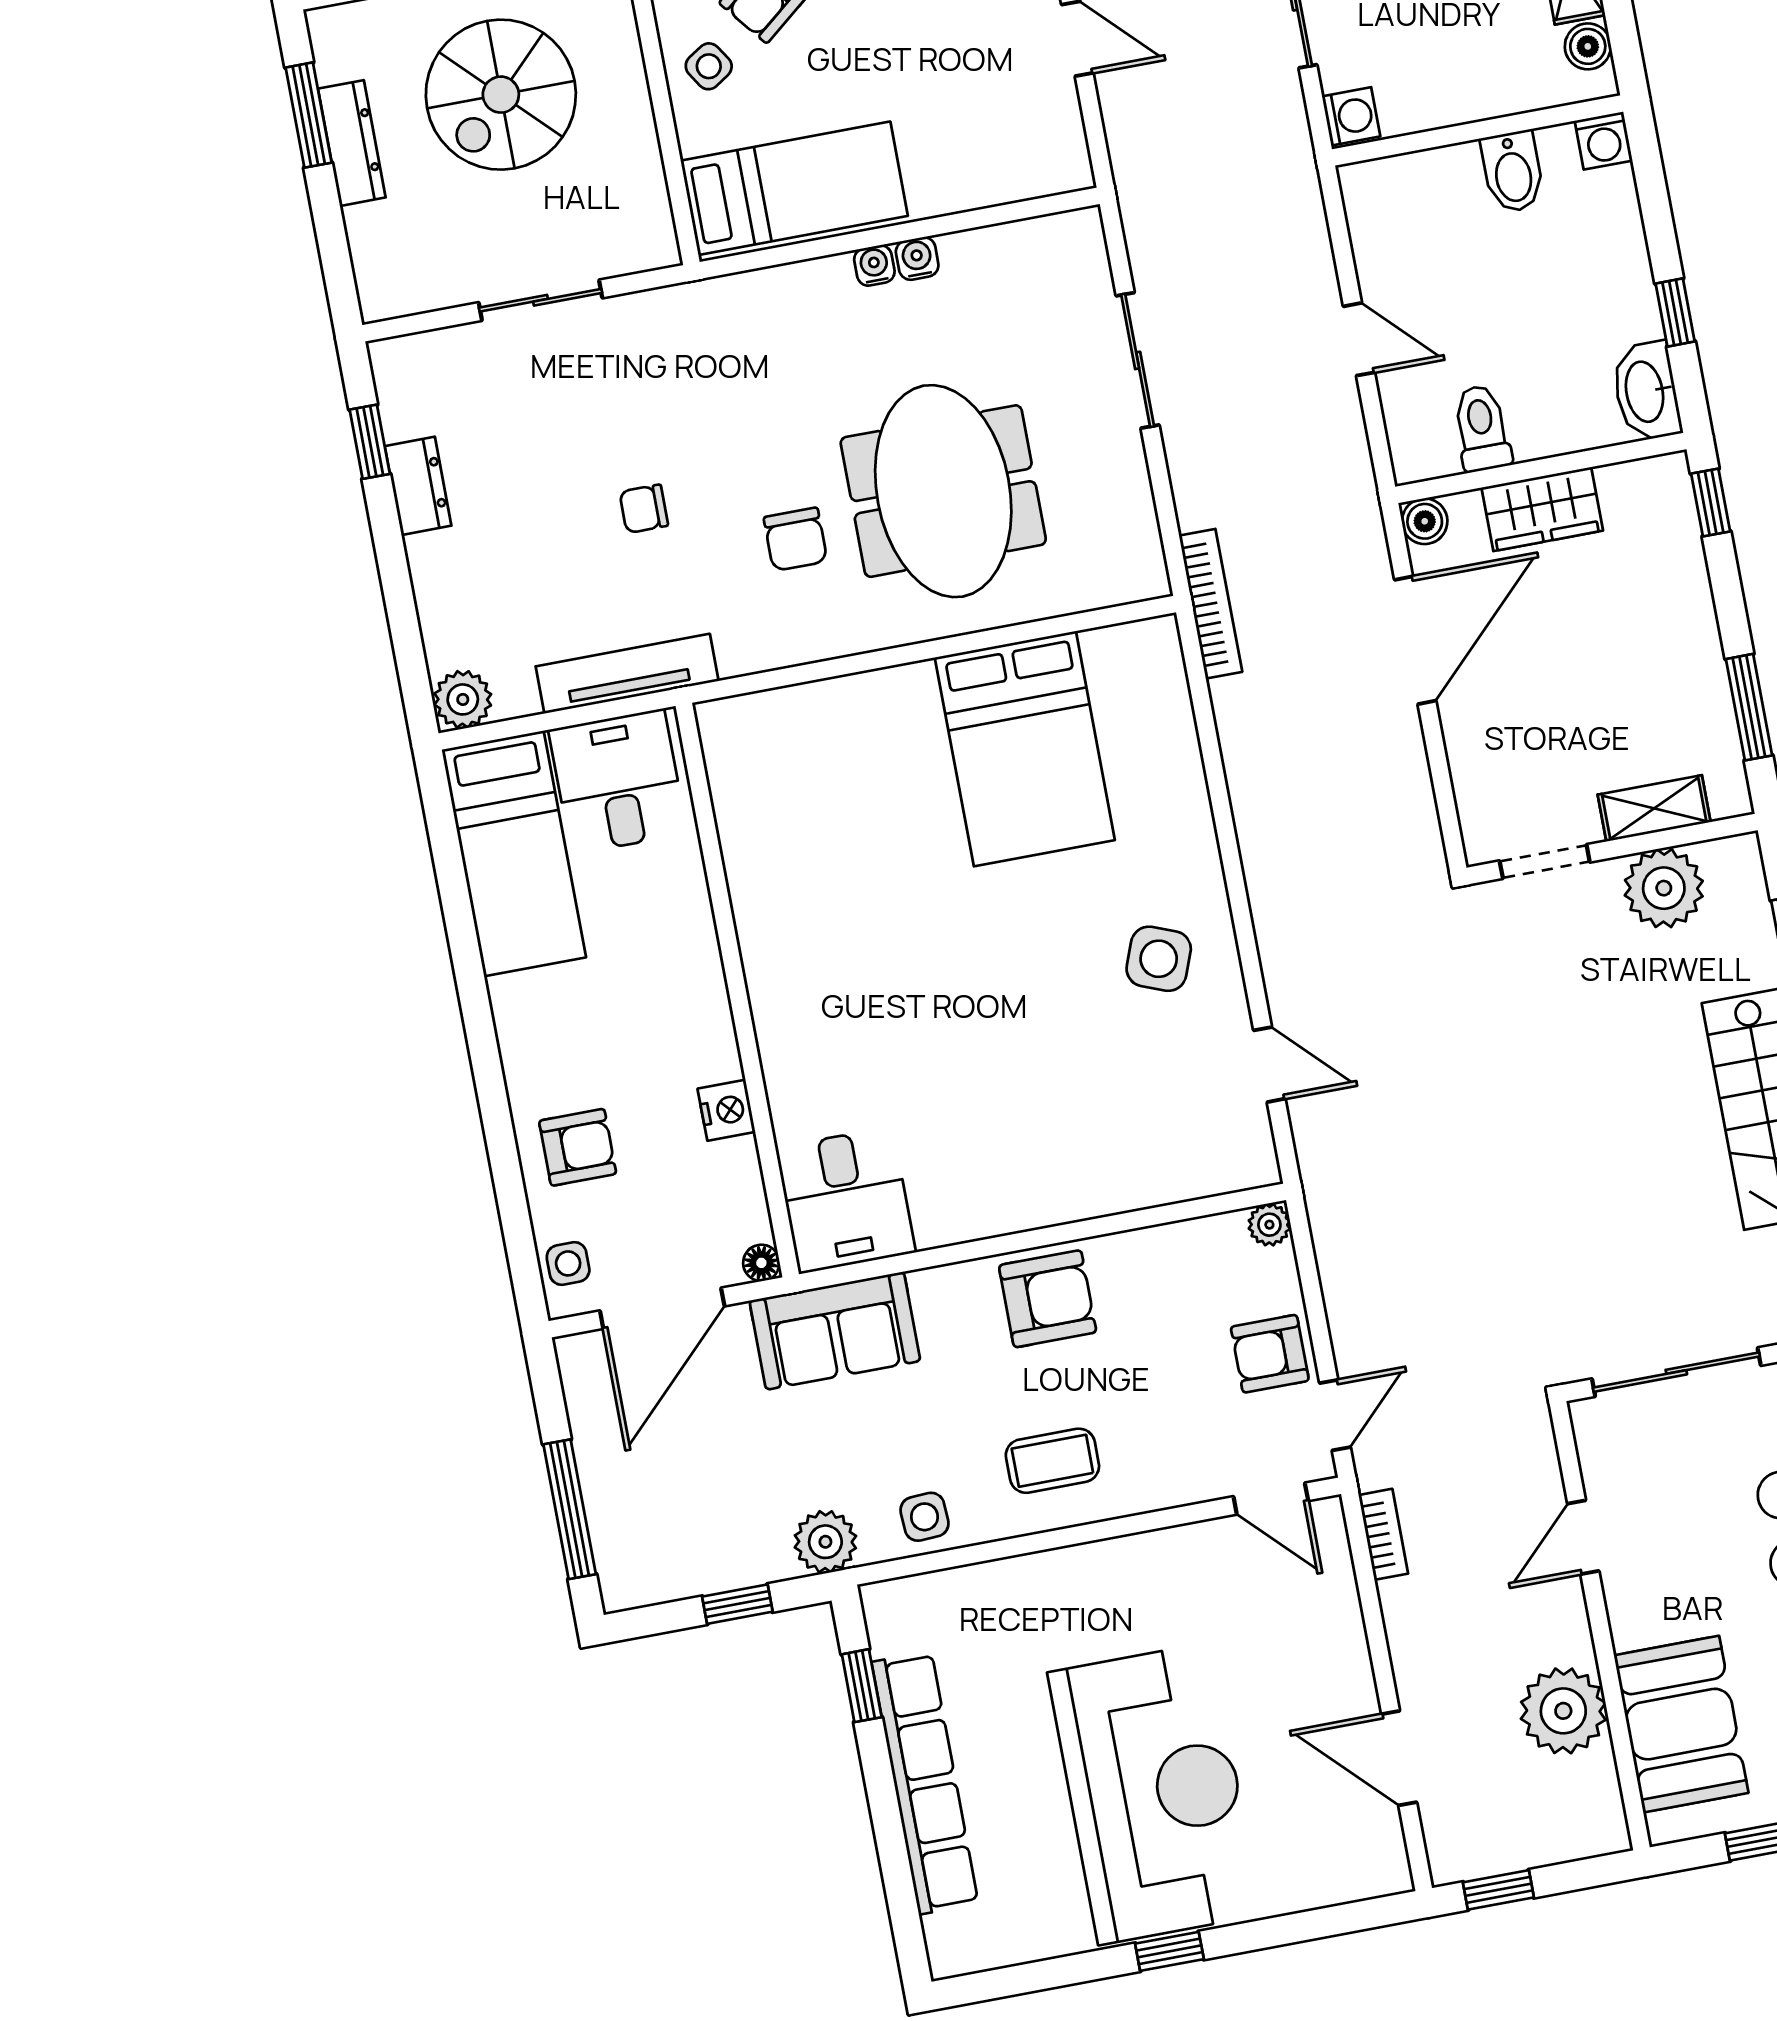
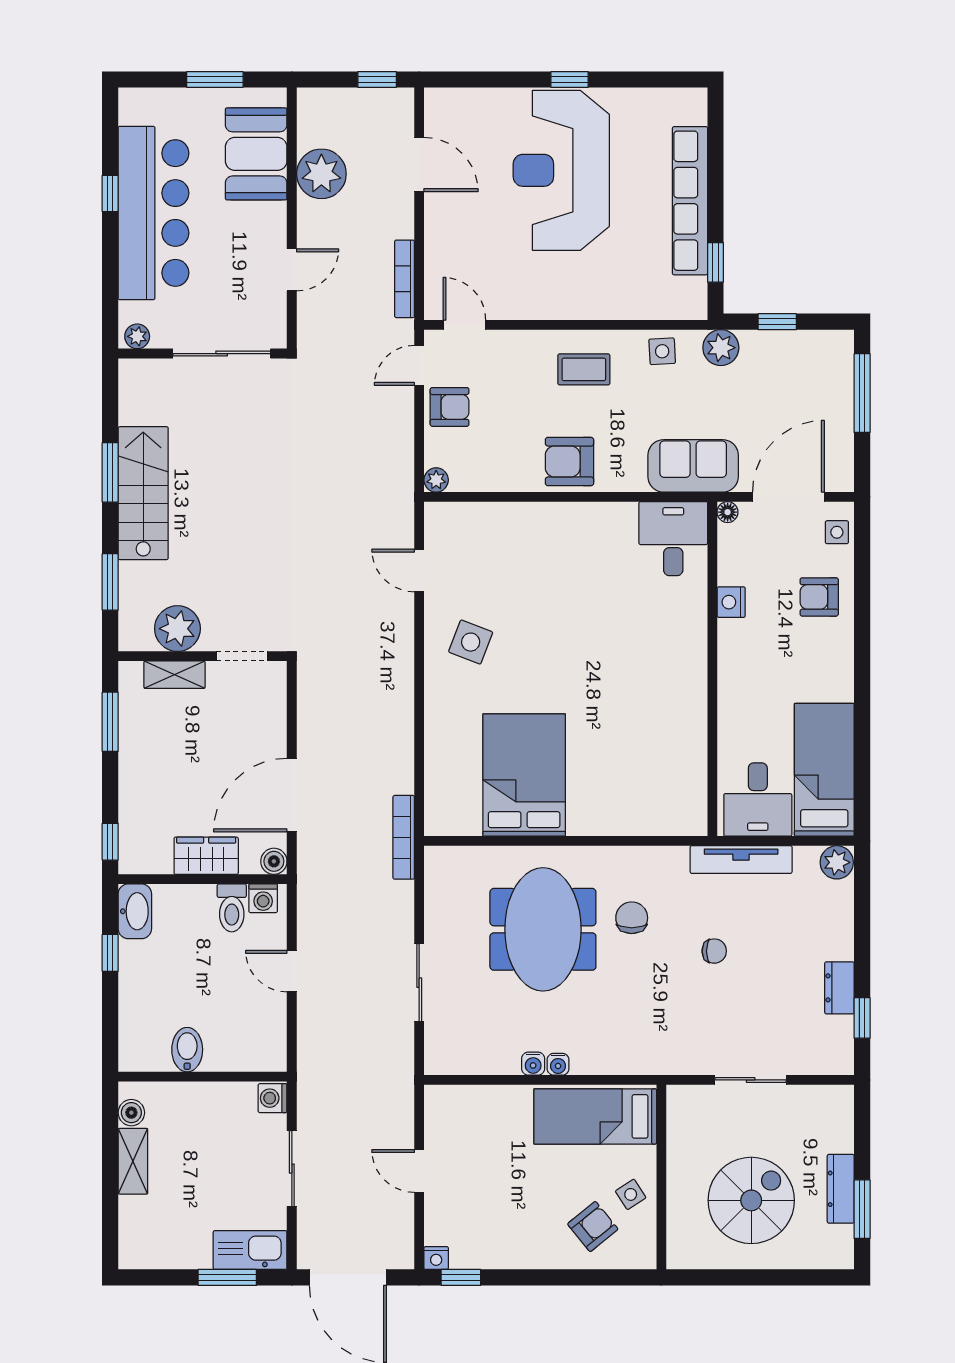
washing machine: (1604, 141) -> (263, 898), moved, turned 180
bookcase: (1383, 1534) -> (405, 279), width x1.56

